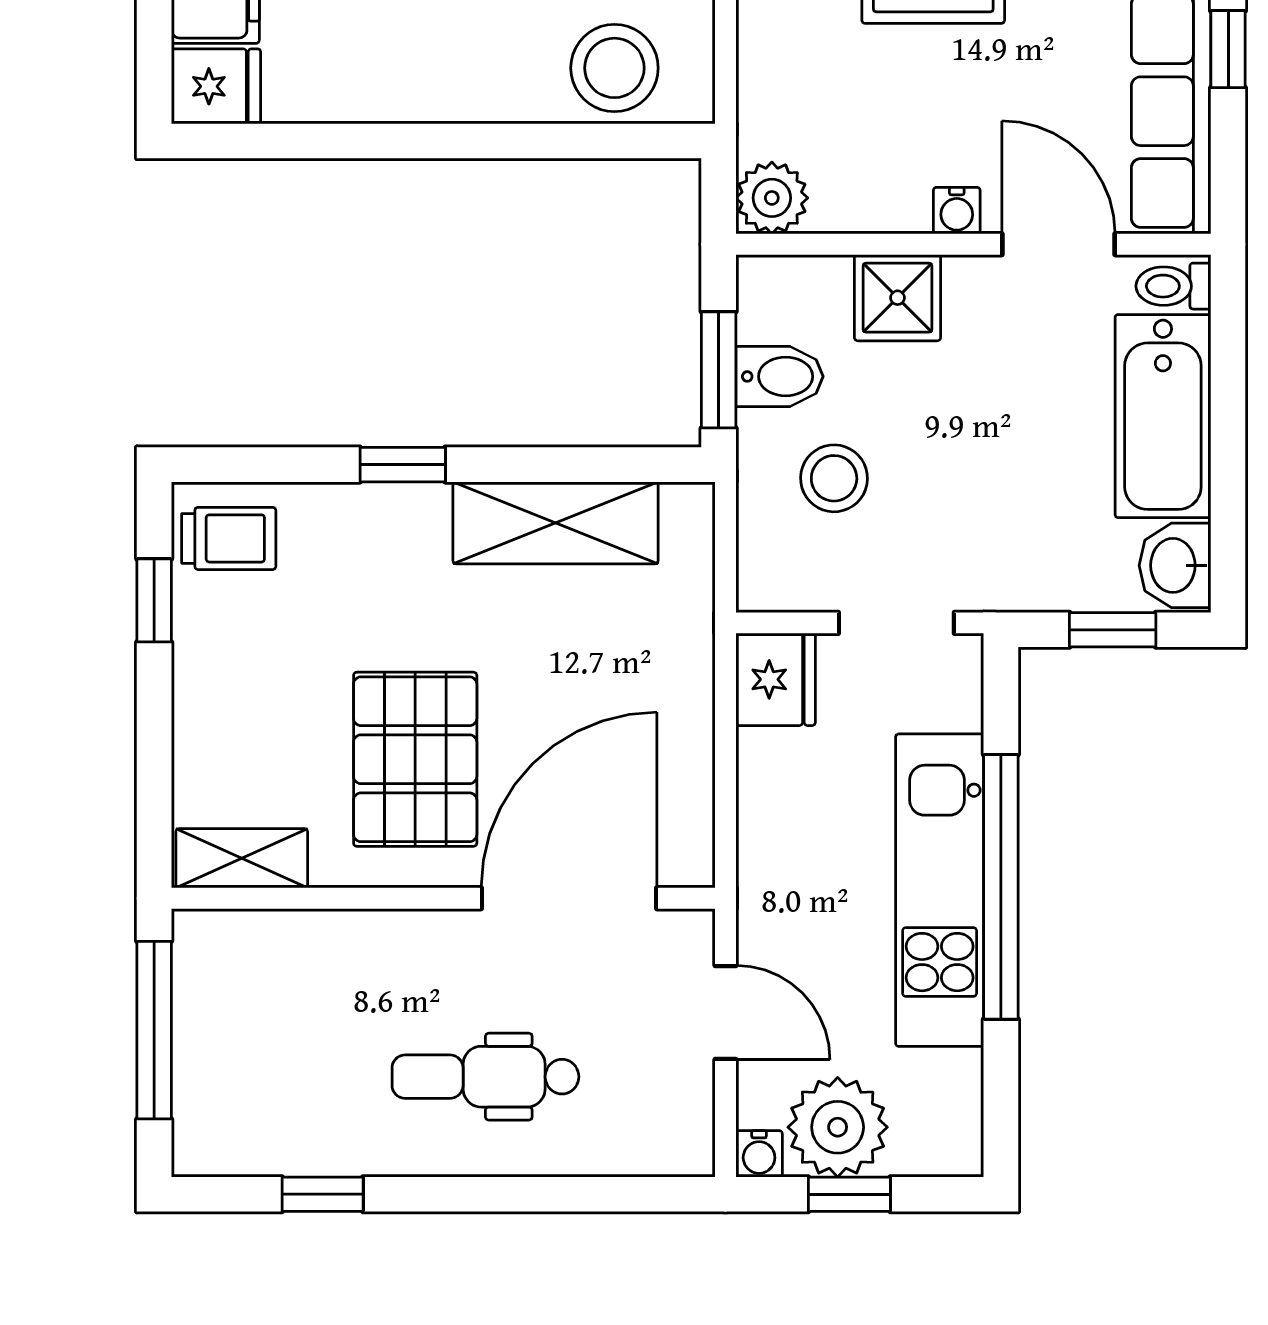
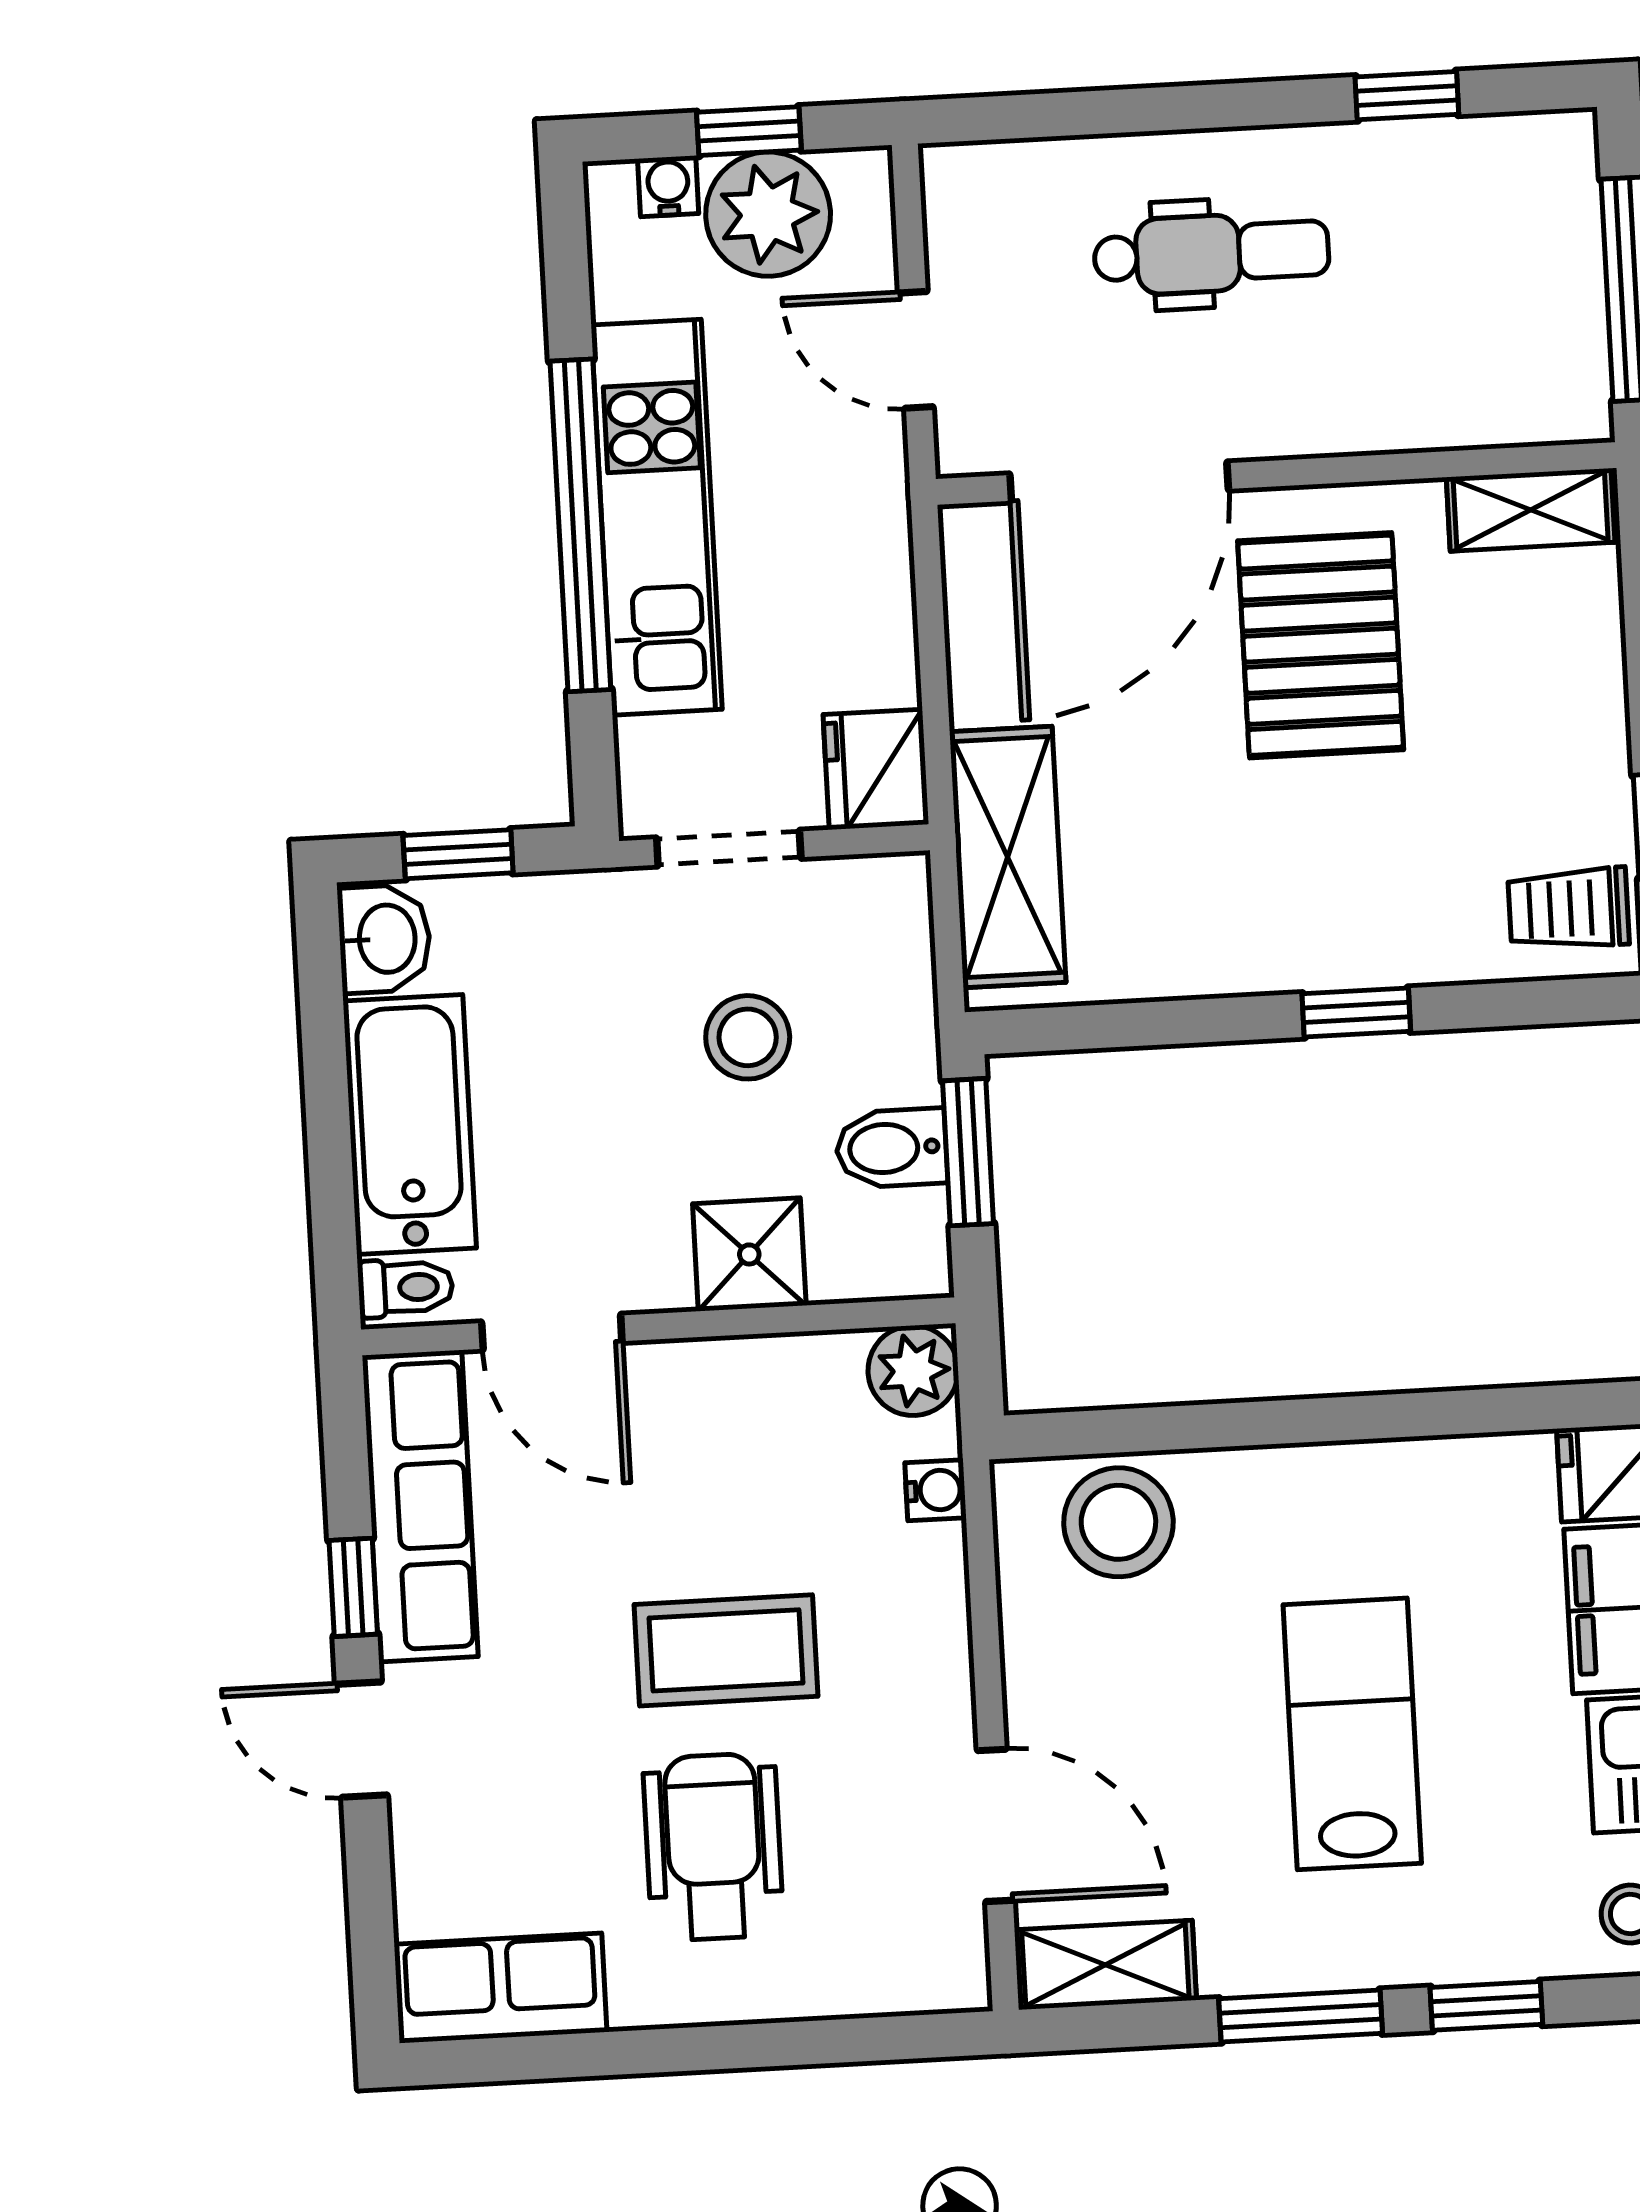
water cooler: (957, 211) -> (935, 1490), moved, turned 90
stool: (834, 478) -> (748, 1037), moved
shelving: (556, 523) -> (1008, 857), moved, turned 90
water cooler: (759, 1154) -> (668, 186), moved

